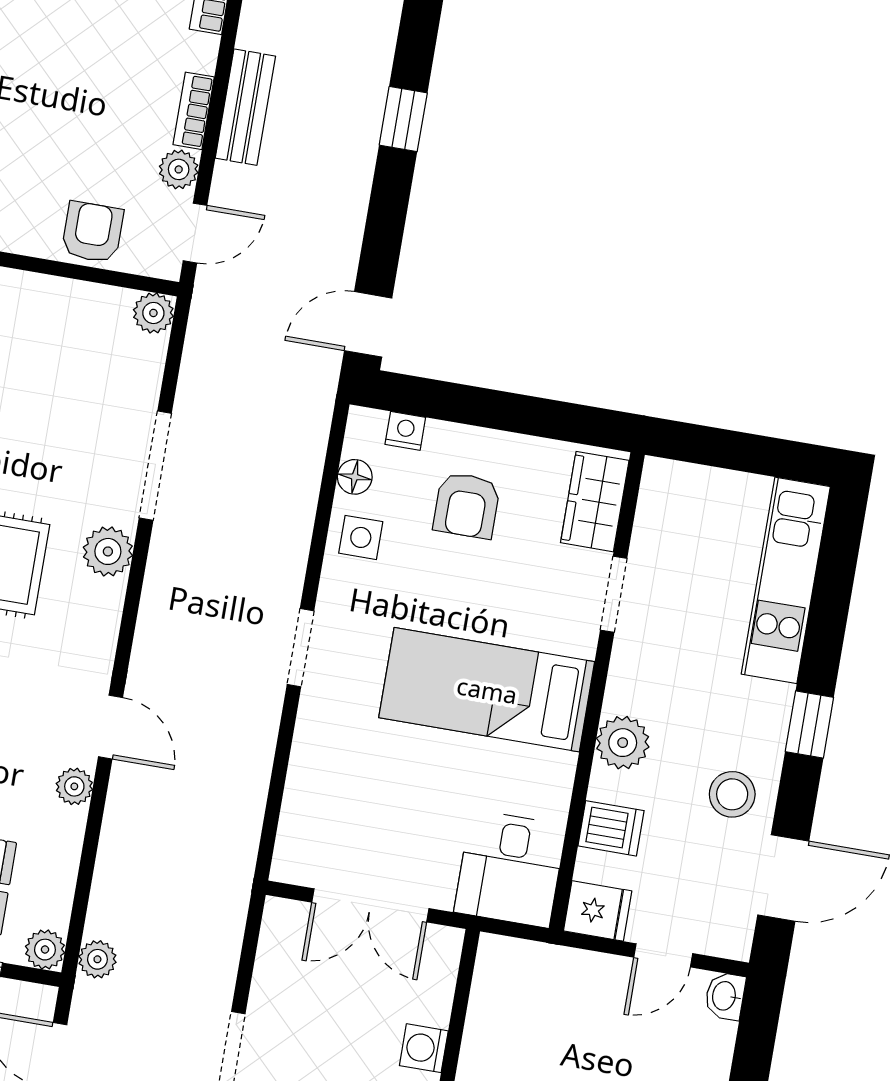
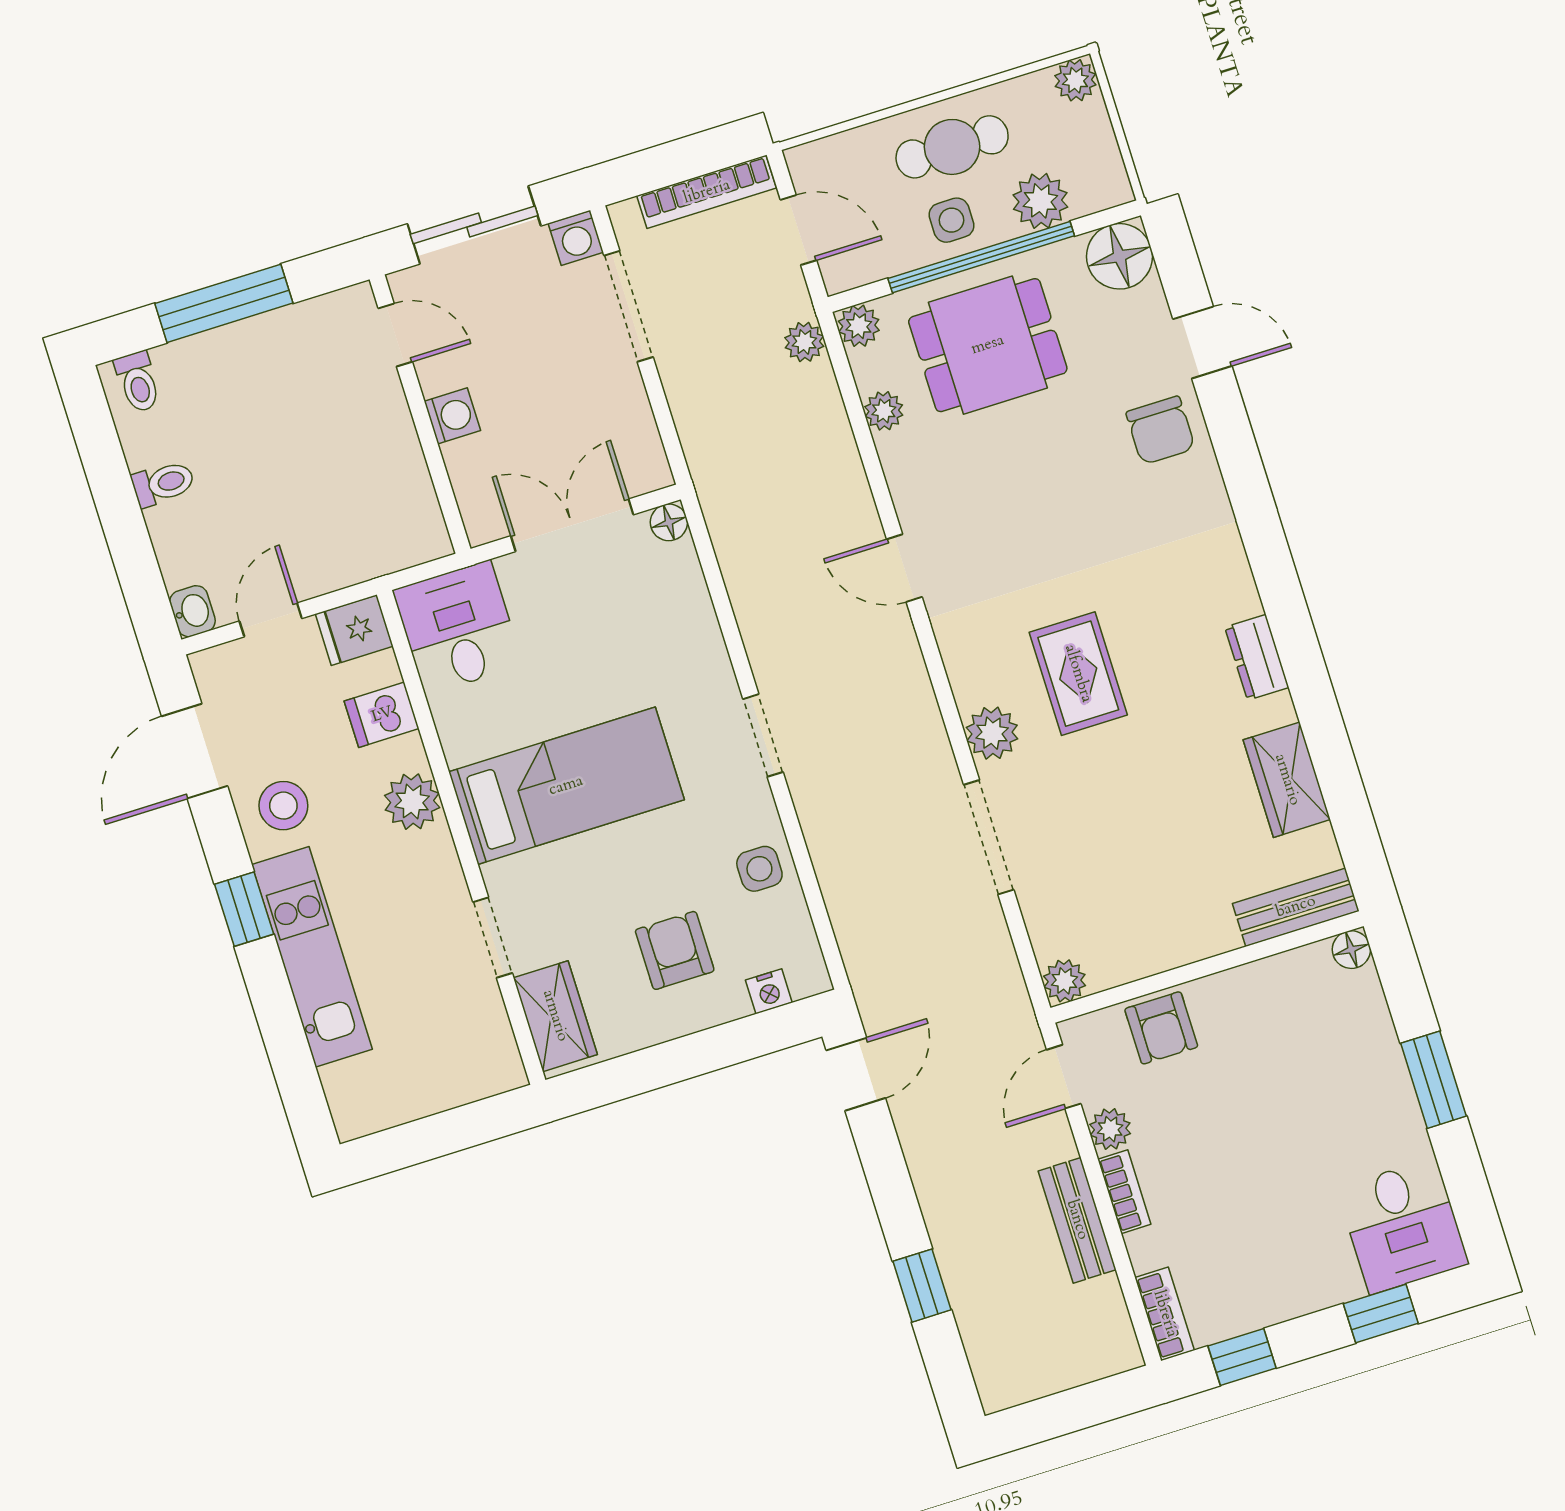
floor lamp: (355, 477) -> (669, 522), moved
kitchen unit: (786, 580) -> (312, 957), moved
plant: (74, 786) -> (884, 411), moved

